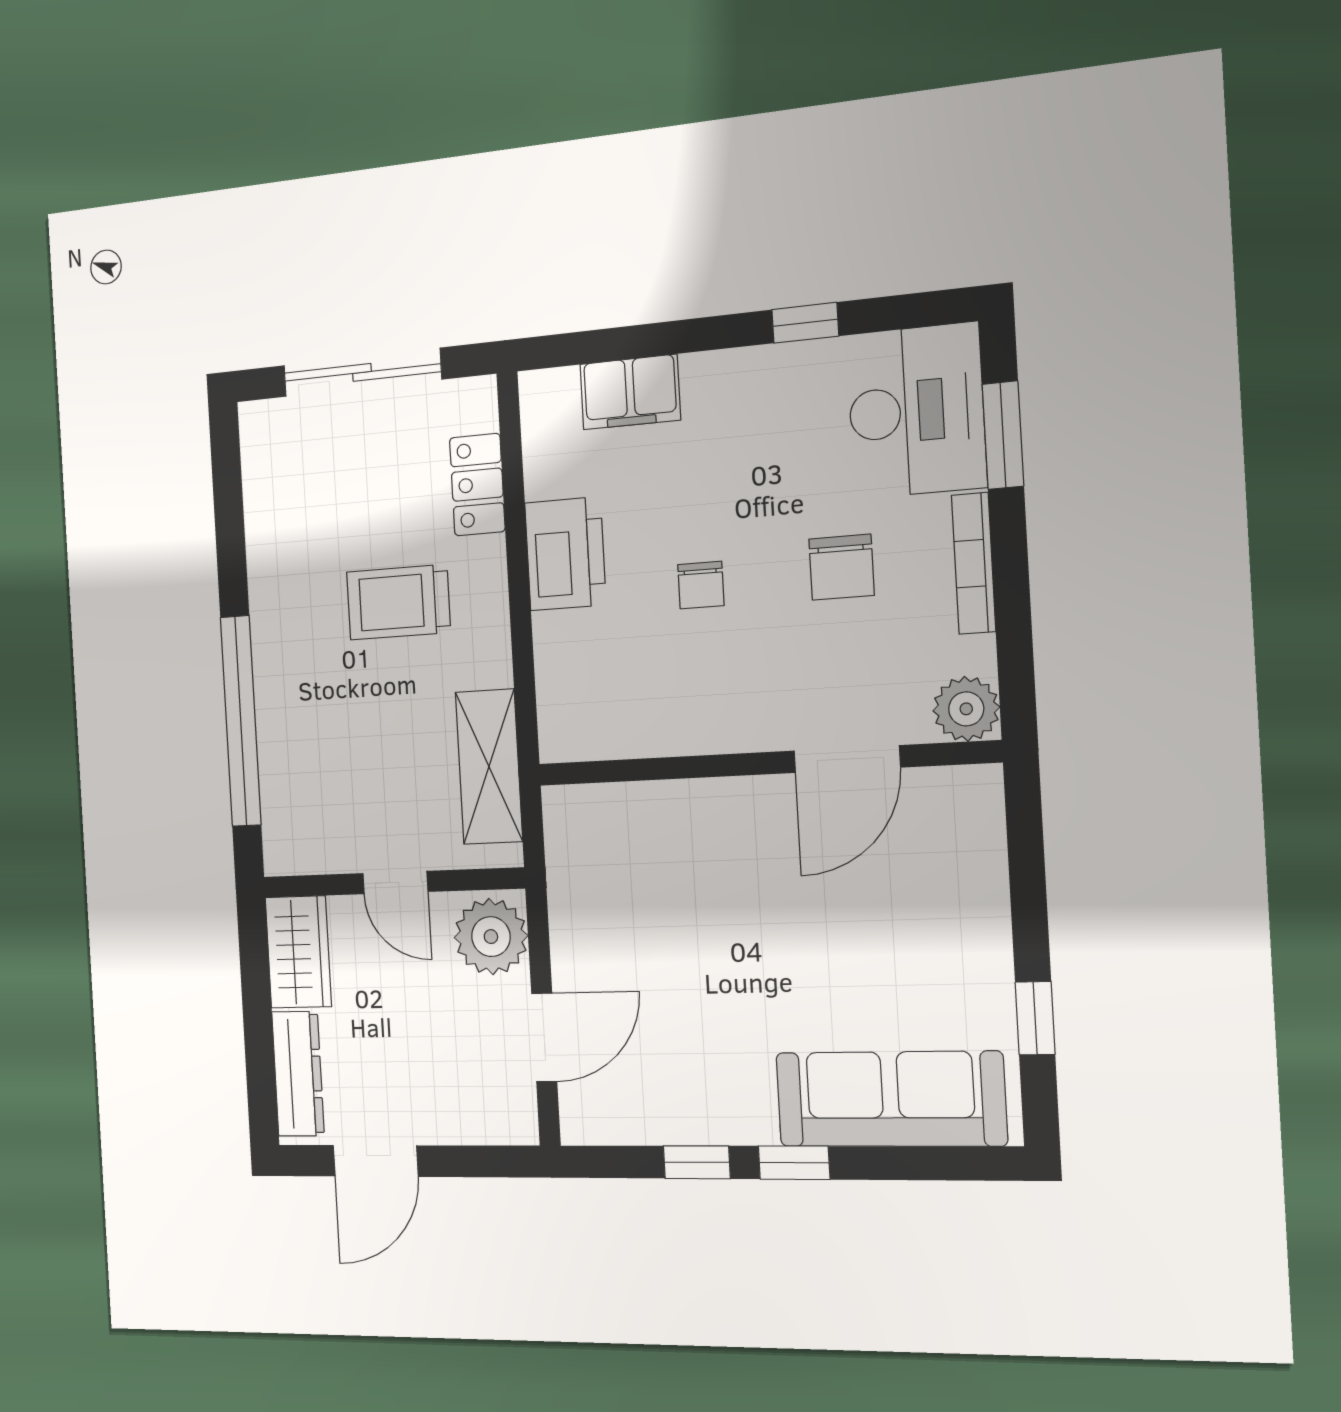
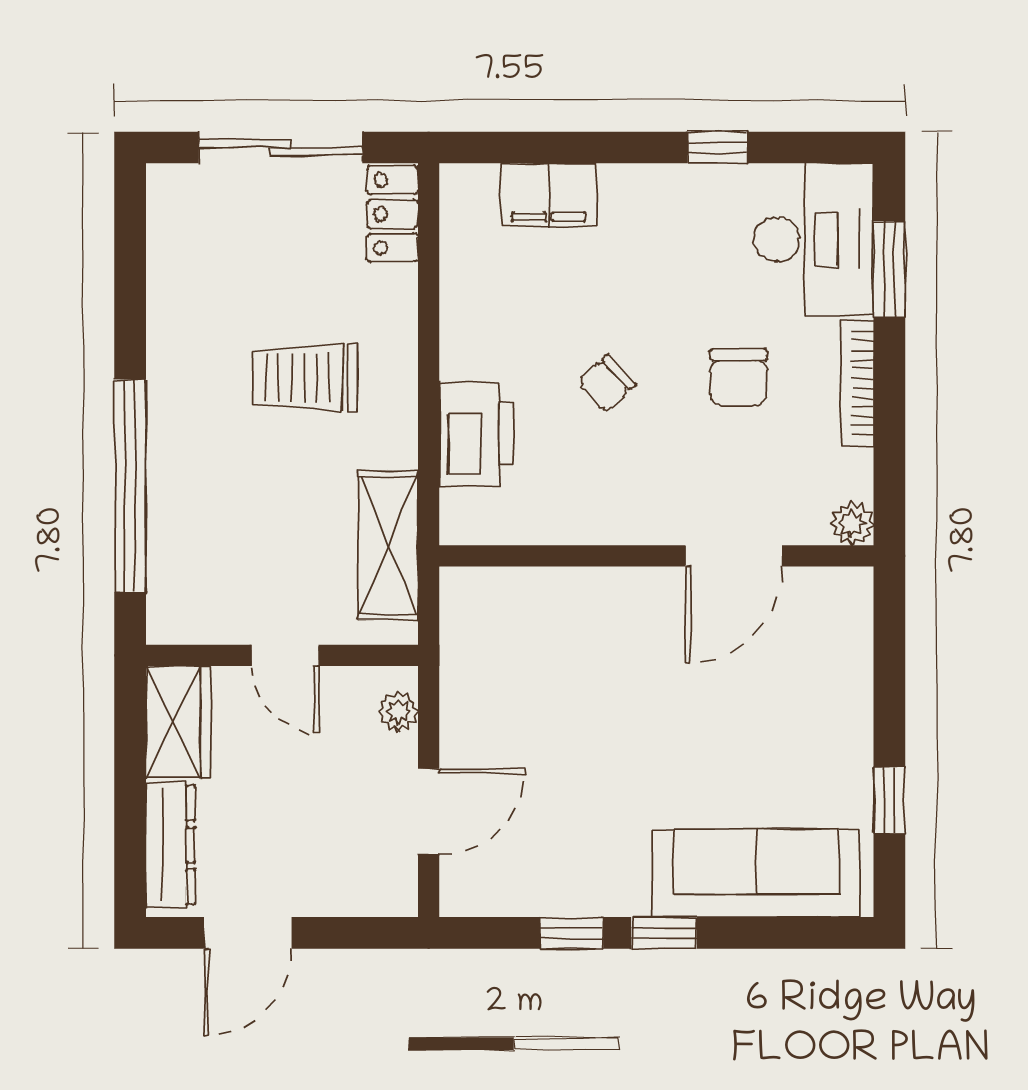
locker: (477, 485) -> (392, 214), moved
printer: (565, 554) -> (477, 434), moved
chair: (701, 585) -> (606, 384), turned 47
plant: (966, 709) -> (852, 524), width x0.73, depth x0.73
plant: (491, 937) -> (398, 712), width x0.53, depth x0.53

